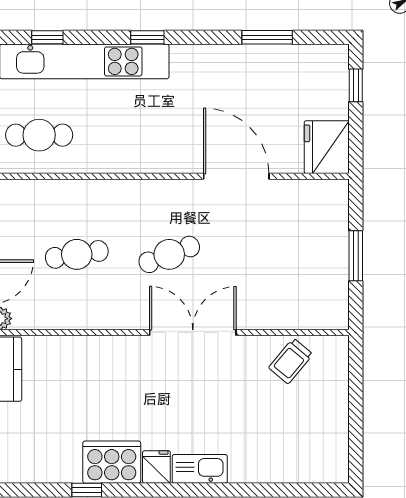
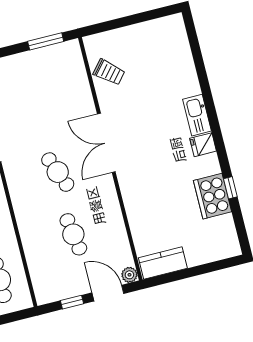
window: (356, 256) -> (46, 41), moved
cooker: (112, 462) -> (213, 196), moved

